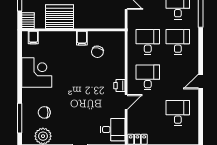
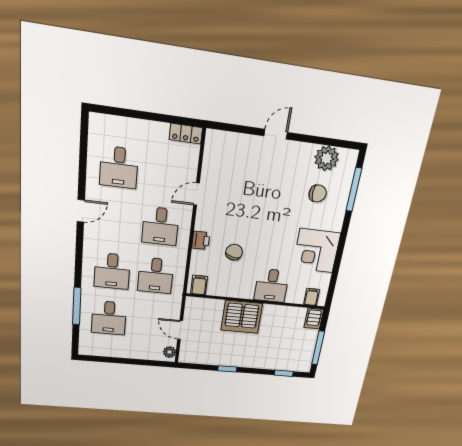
server rack: (60, 17) -> (242, 317), moved
filing cabinet: (82, 38) -> (199, 285), moved
chair: (97, 52) -> (234, 252), moved
printer: (119, 86) -> (201, 240), moved
desk: (113, 130) -> (272, 286), moved, turned -90

